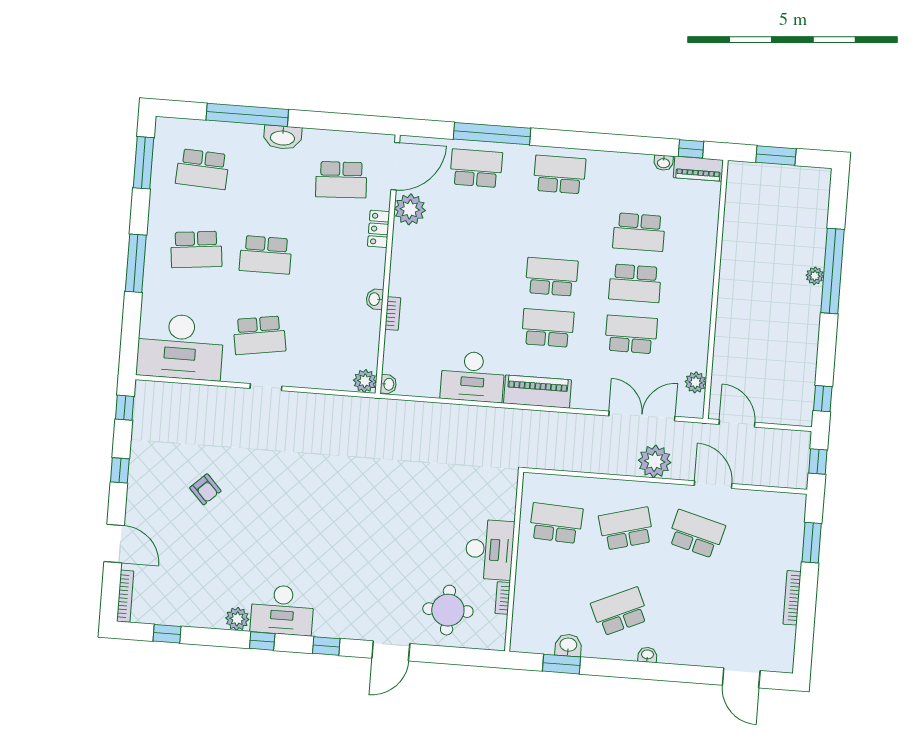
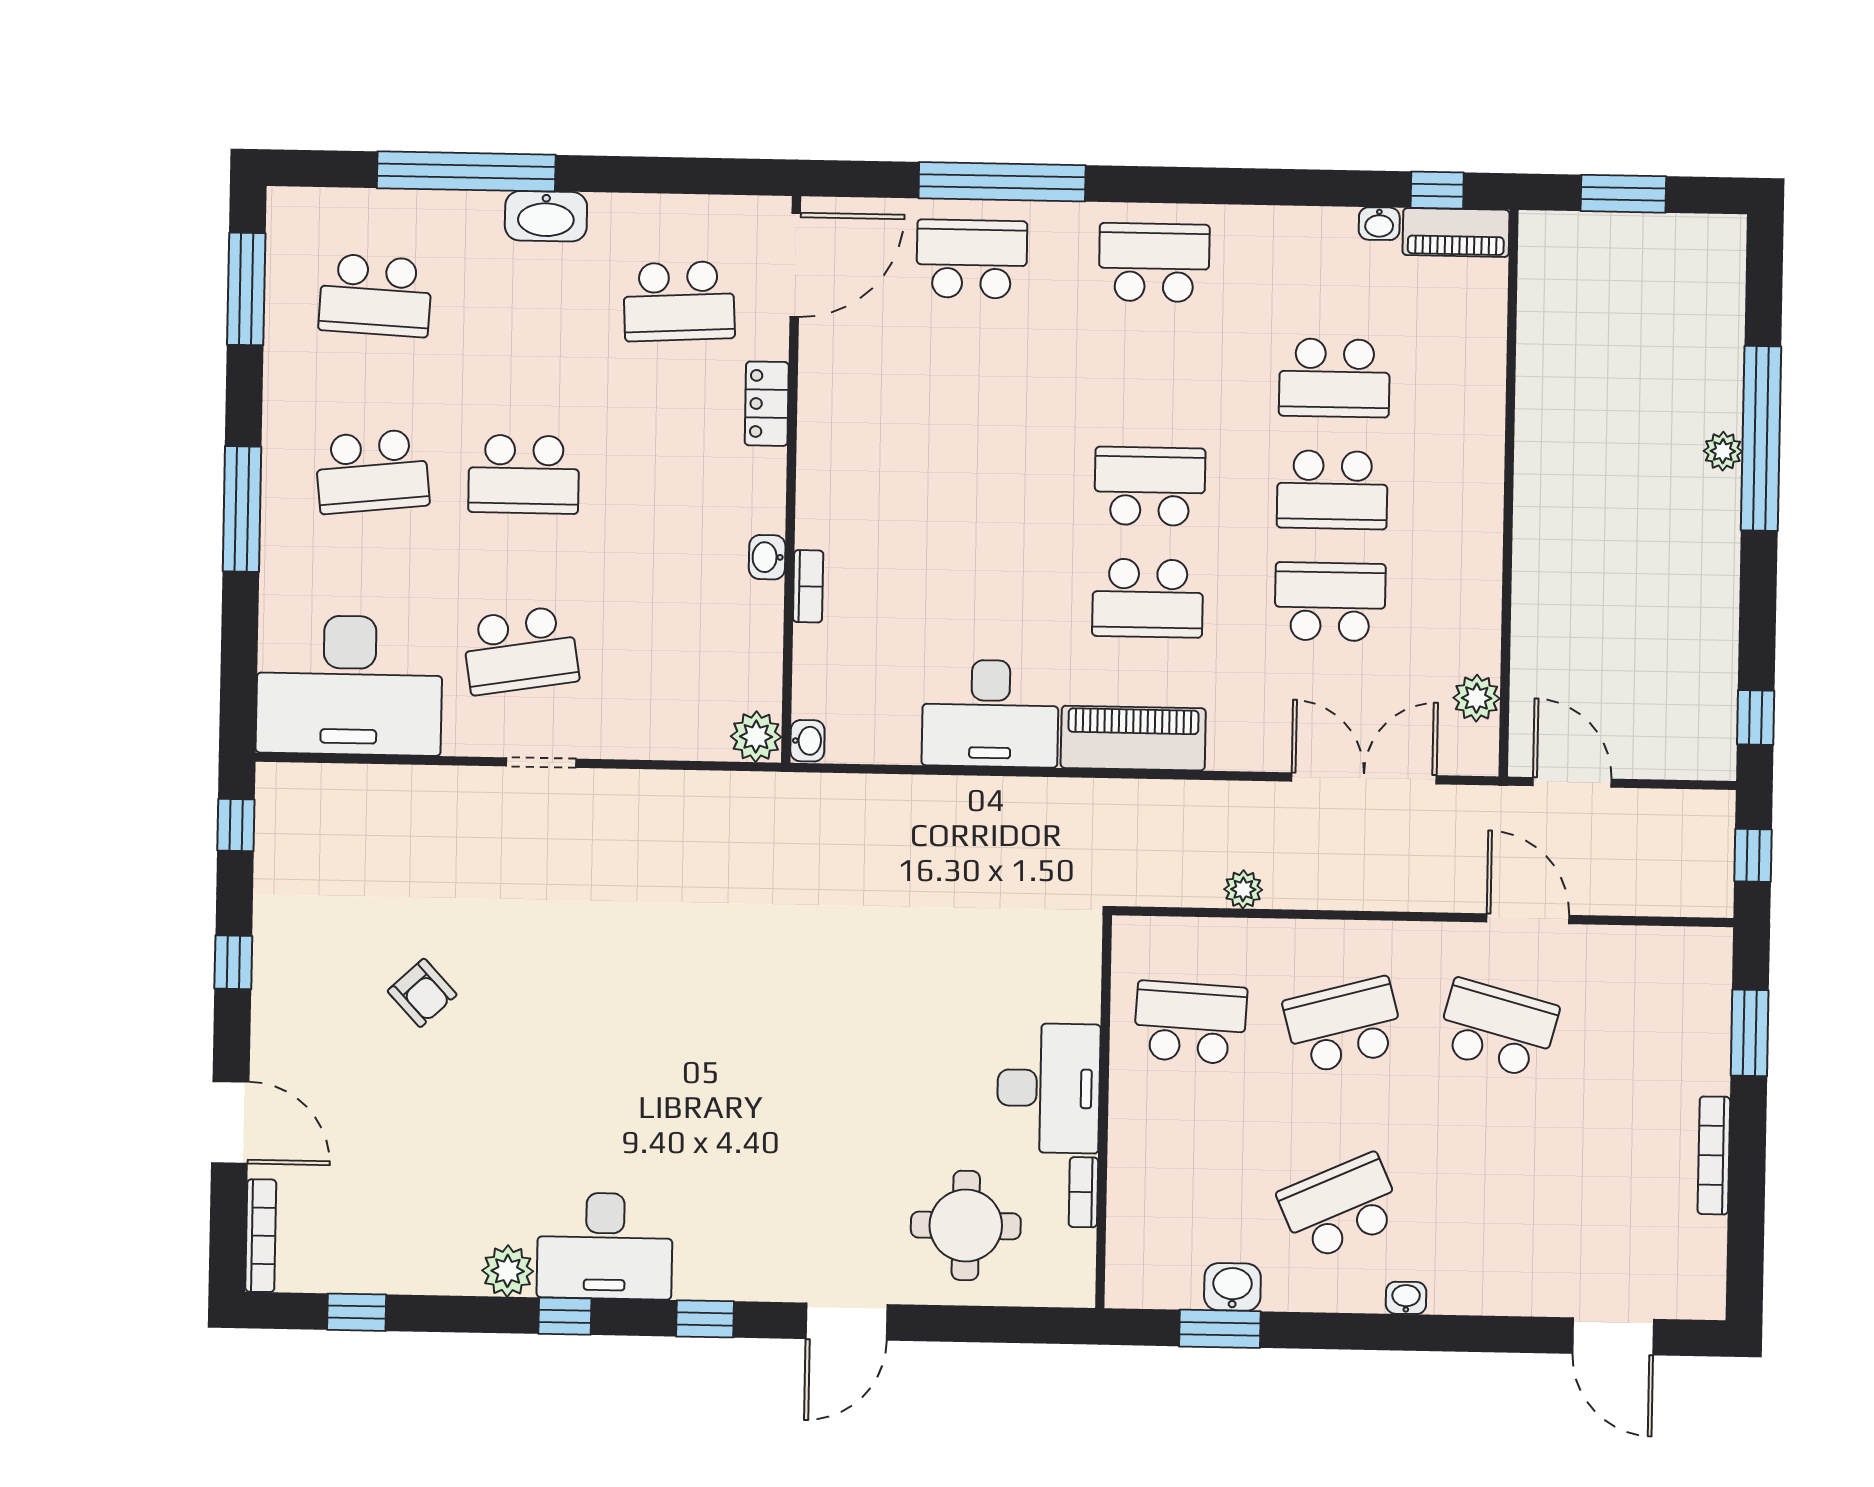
plant: (410, 209) -> (832, 357), removed
school desk: (548, 328) -> (1148, 598), turned 180
plant: (655, 461) -> (1243, 889), moved, width x0.53, depth x0.53

